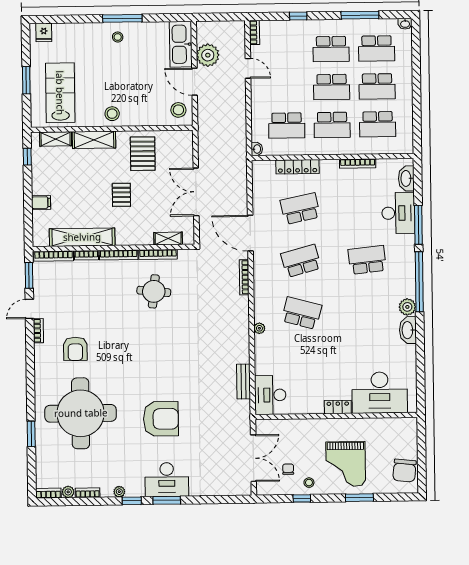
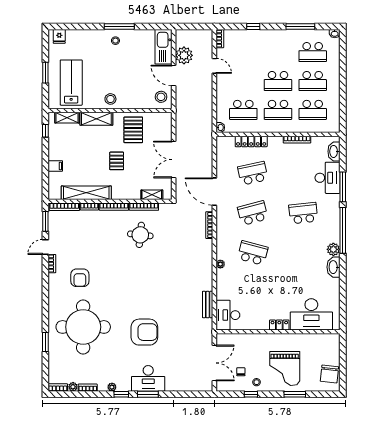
school desk: (331, 49) -> (278, 52), removed

